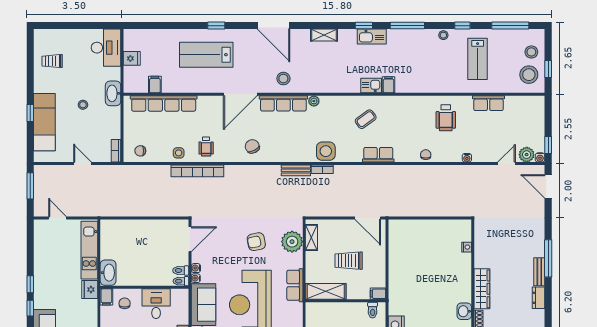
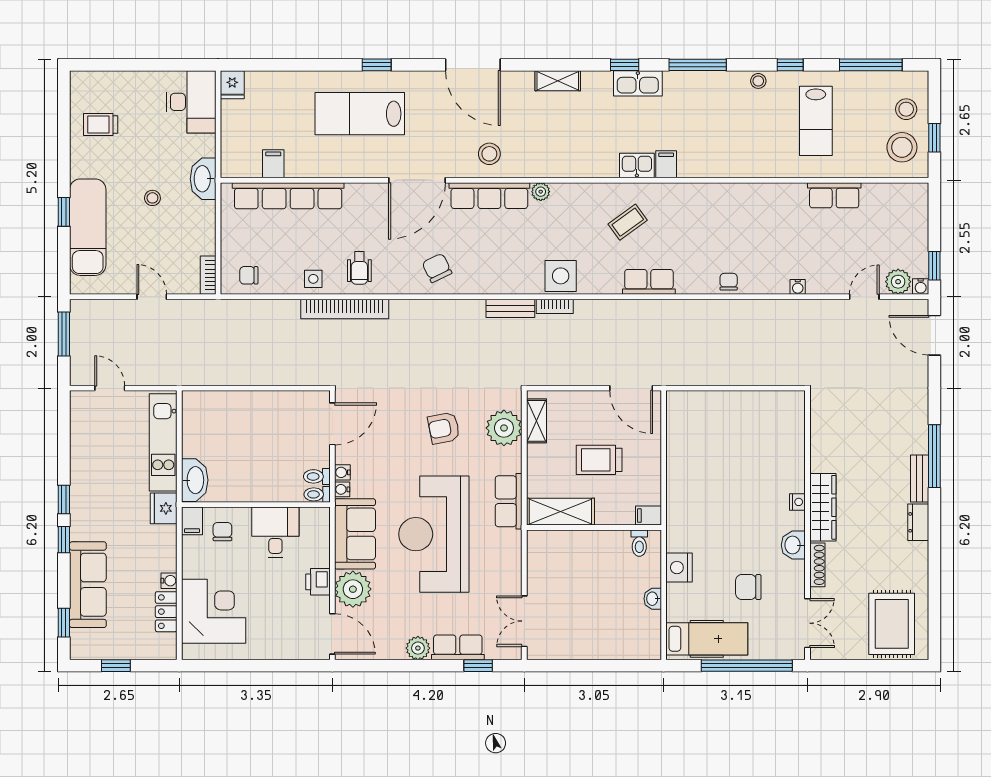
fridge: (132, 58) -> (232, 85), moved, turned 90
wheelchair: (446, 118) -> (762, 220), removed
nightstand: (467, 247) -> (797, 502), moved

